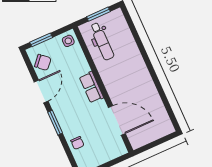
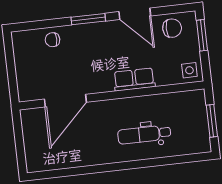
dental chair: (102, 41) -> (144, 134), moved
chair: (43, 62) -> (172, 28), turned -132
row of seats: (91, 87) -> (134, 79), moved

